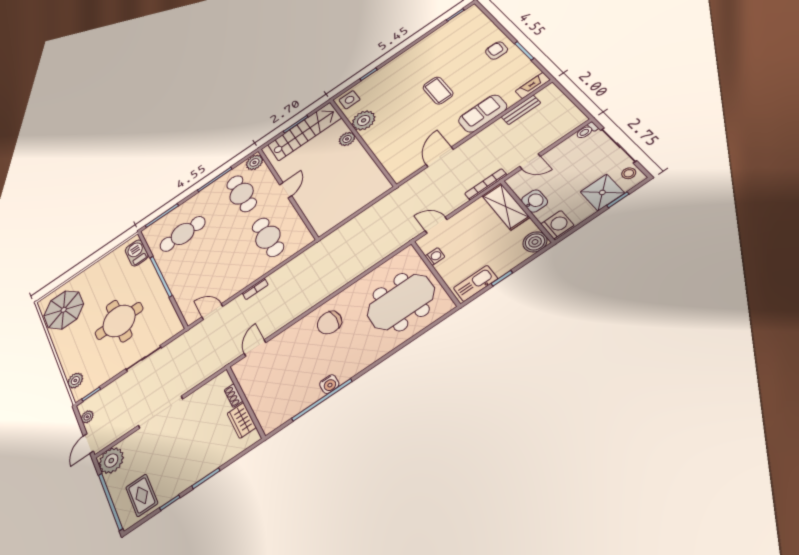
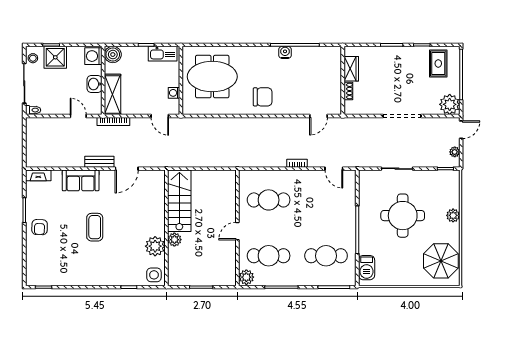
bench: (521, 110) -> (99, 162), moved
stairs: (304, 131) -> (179, 201), moved, turned 90
cafe table: (241, 194) -> (269, 256), turned 90
cafe table: (268, 237) -> (269, 200), turned 90
plant: (75, 381) -> (453, 215), moved

